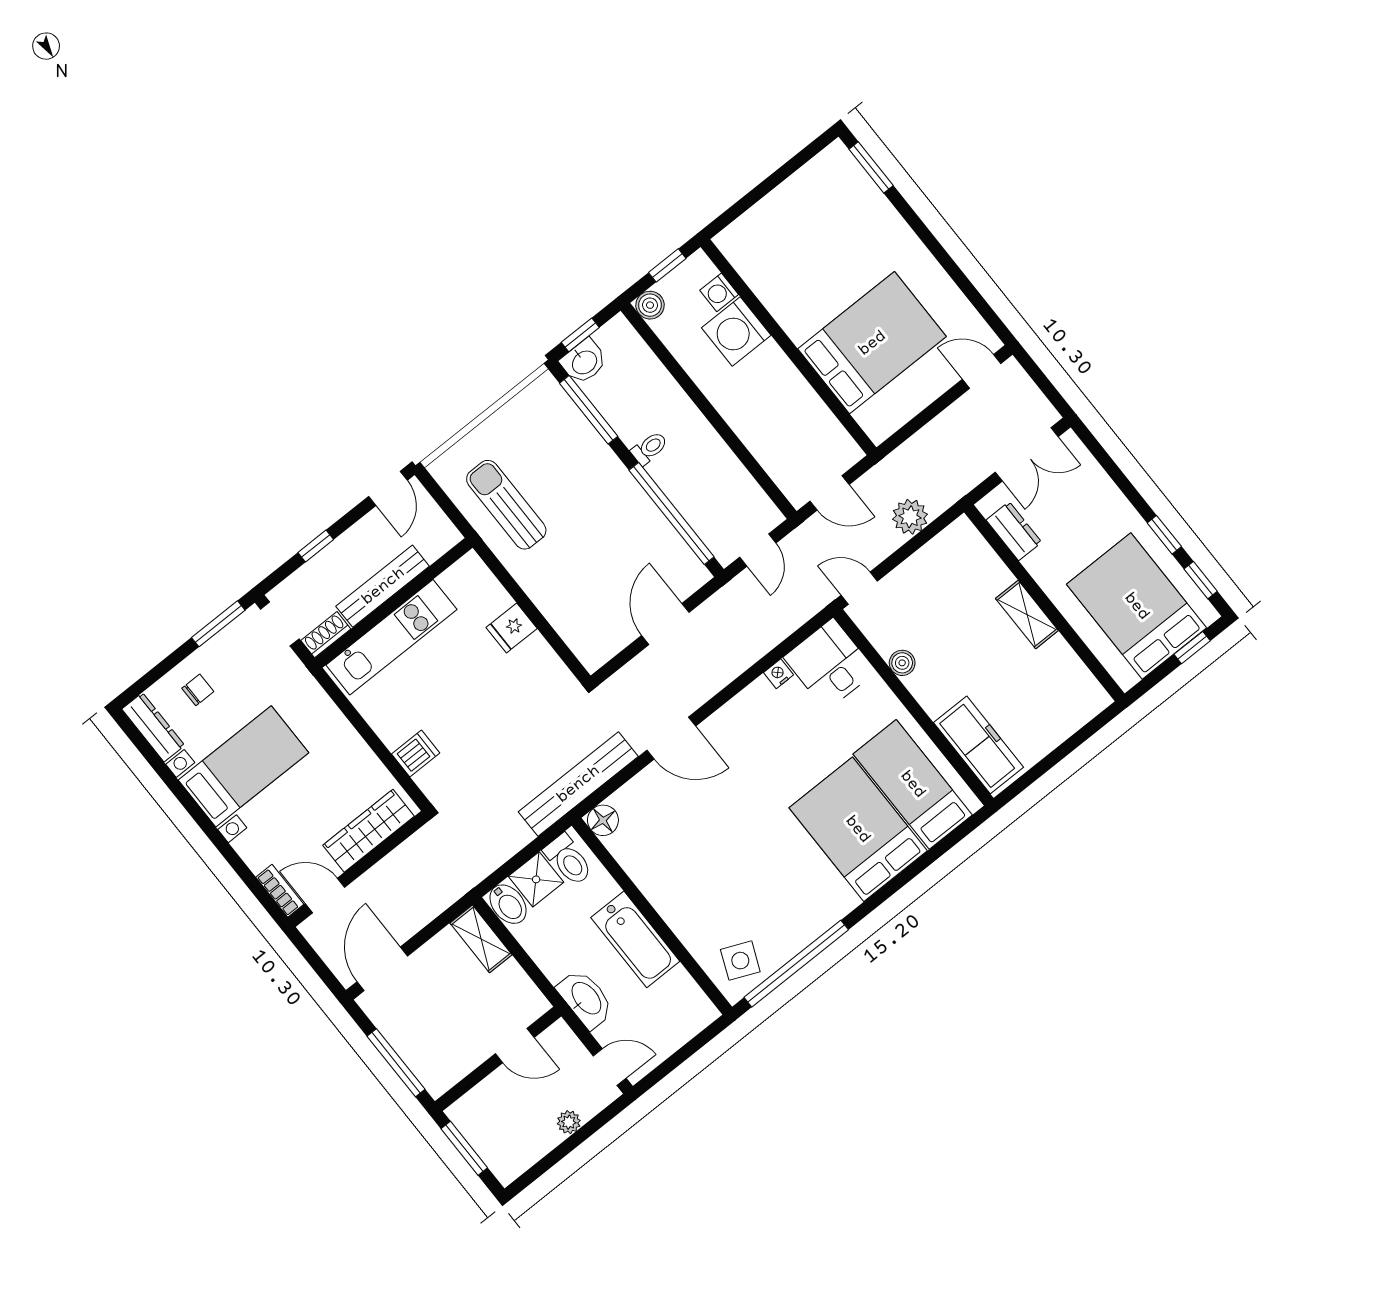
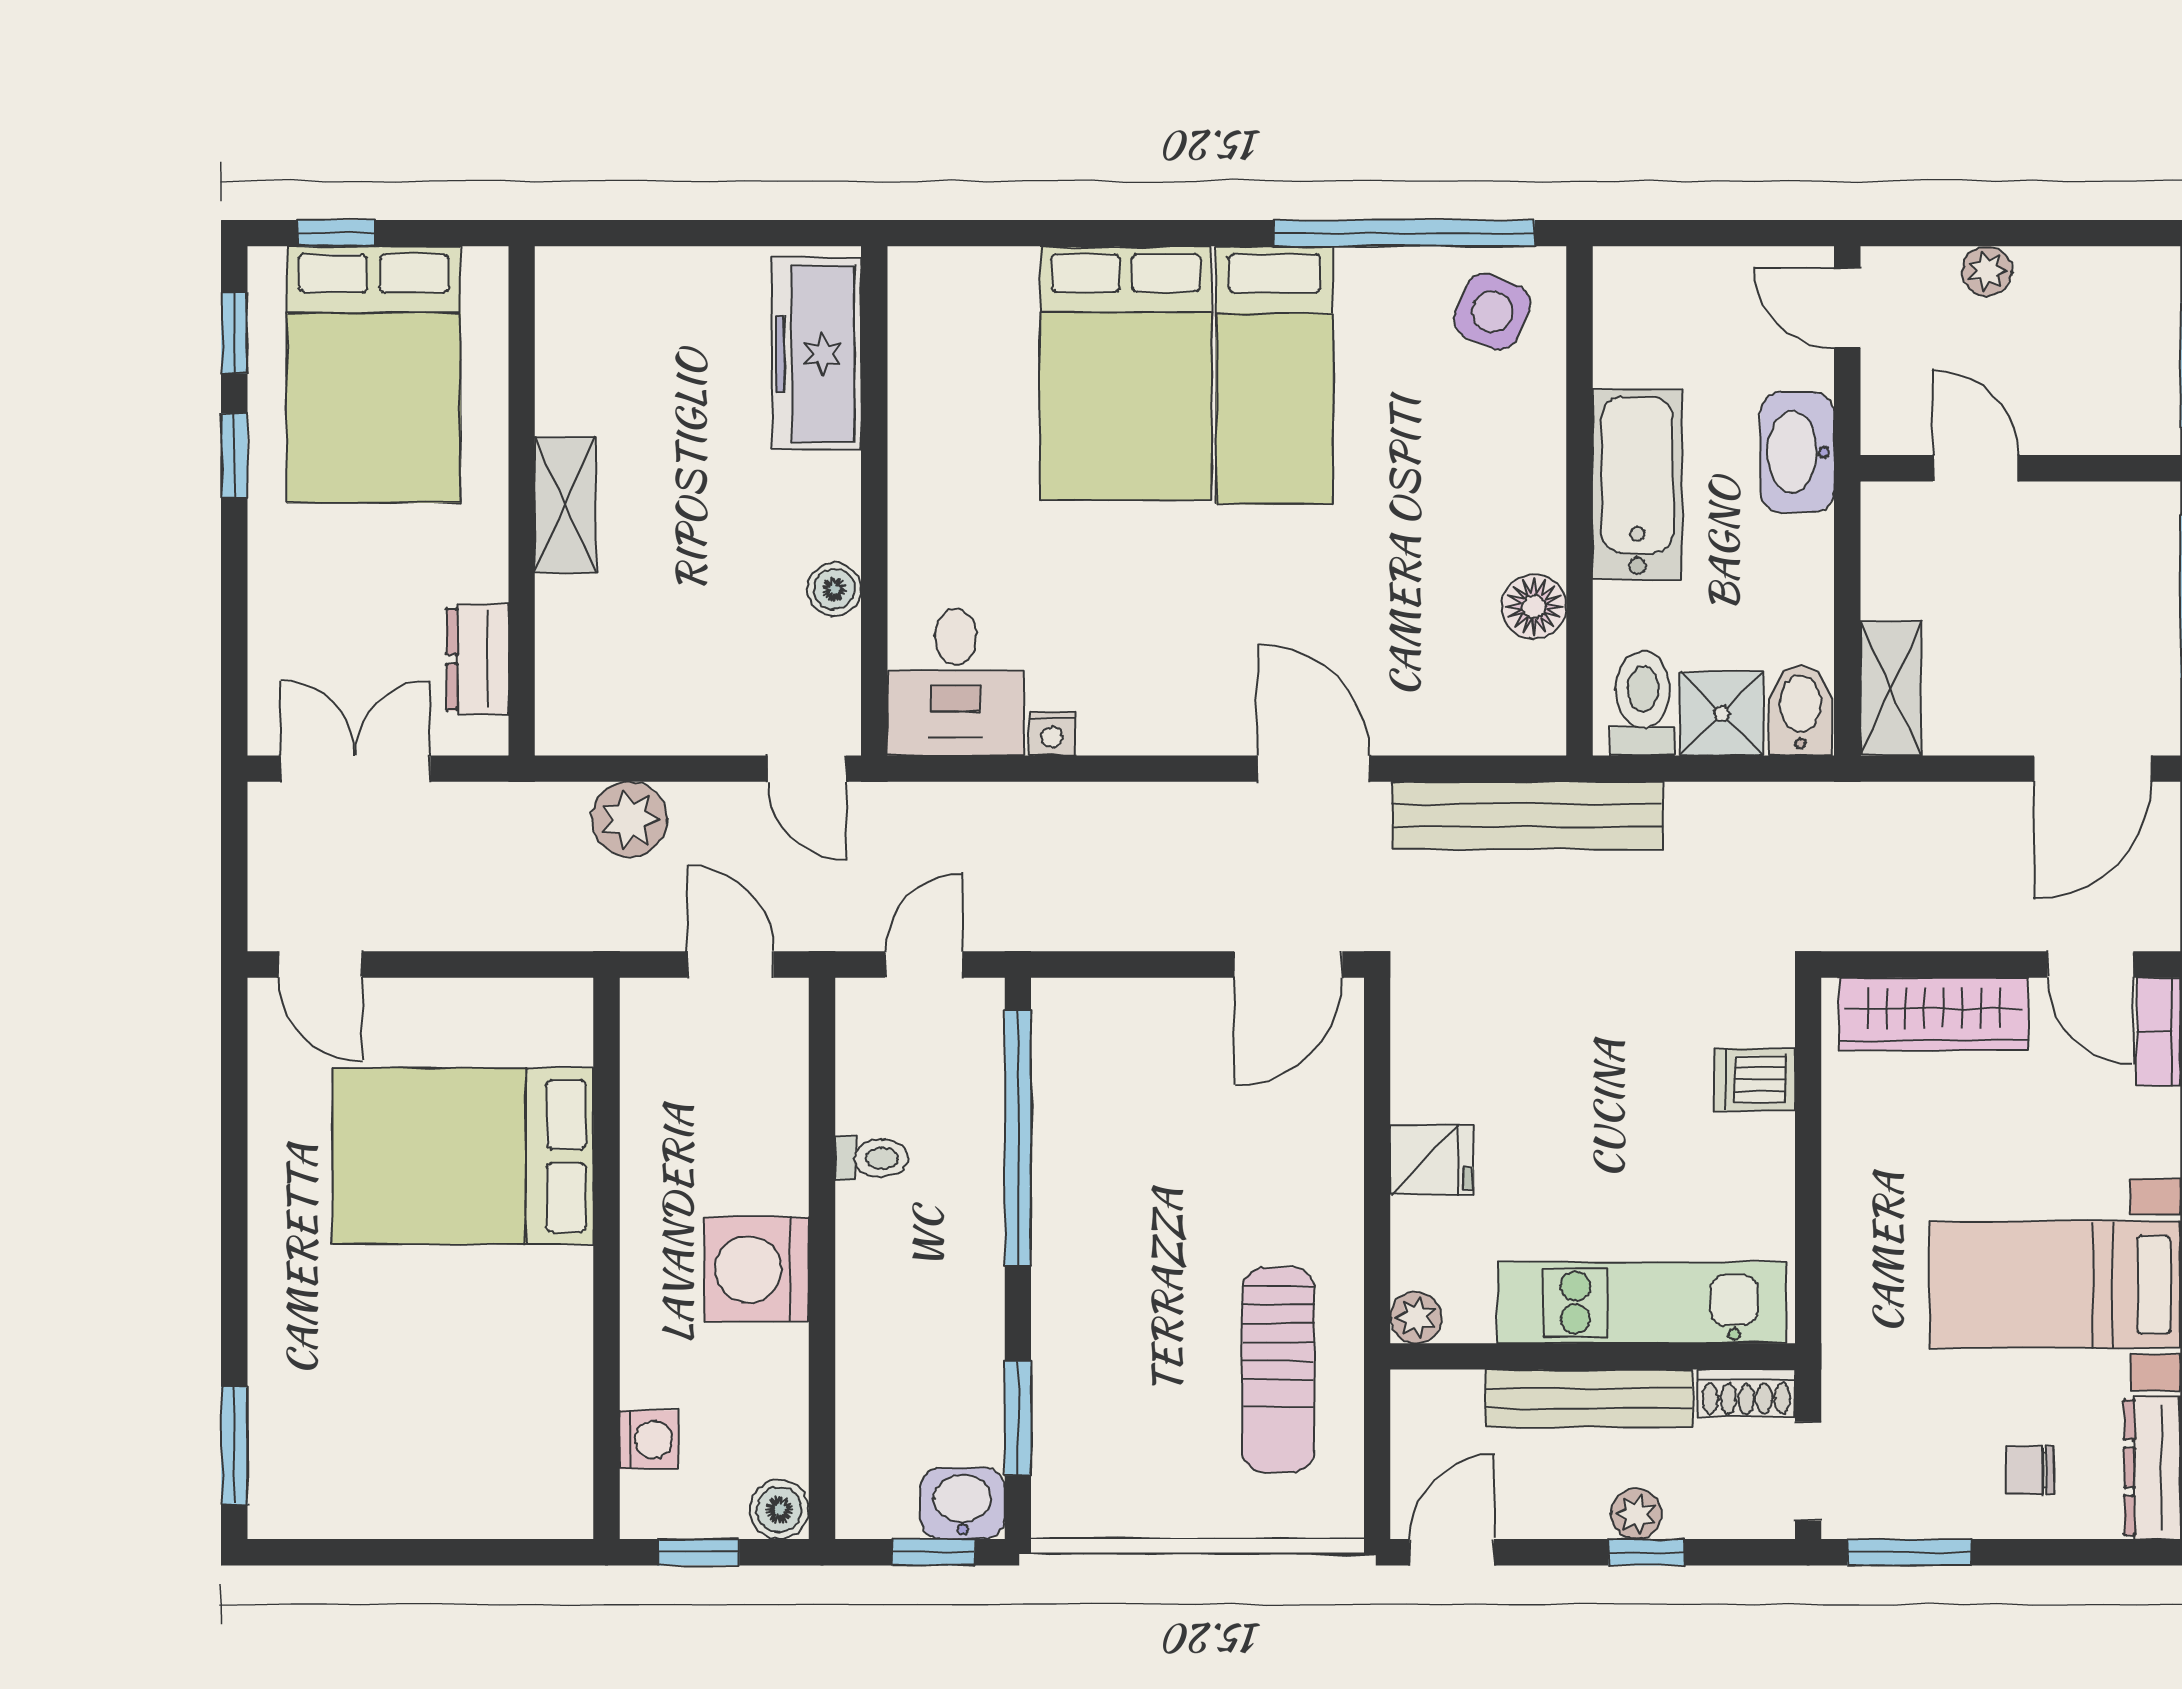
washing machine: (736, 331) -> (757, 1269), moved, turned 180
window: (589, 410) -> (1018, 1418), width x0.69
toilet: (649, 448) -> (872, 1158), moved, turned 180
plant: (331, 557) -> (1636, 1514), added
plant: (471, 565) -> (1416, 1318), added
door: (665, 624) -> (1288, 965), moved
bed: (913, 784) -> (1274, 375), moved
floor lamp: (603, 820) -> (1534, 606), moved

